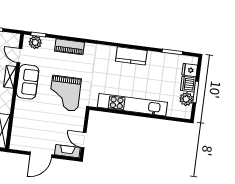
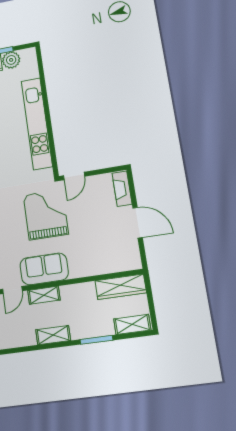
grand piano: (65, 93) -> (46, 215), turned -90
door: (84, 140) -> (74, 176), moved

